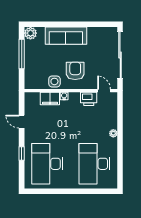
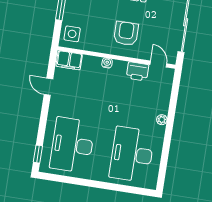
side table: (54, 81) -> (72, 34), moved
filing cabinet: (50, 99) -> (69, 60), moved
window: (22, 154) -> (38, 154), moved

